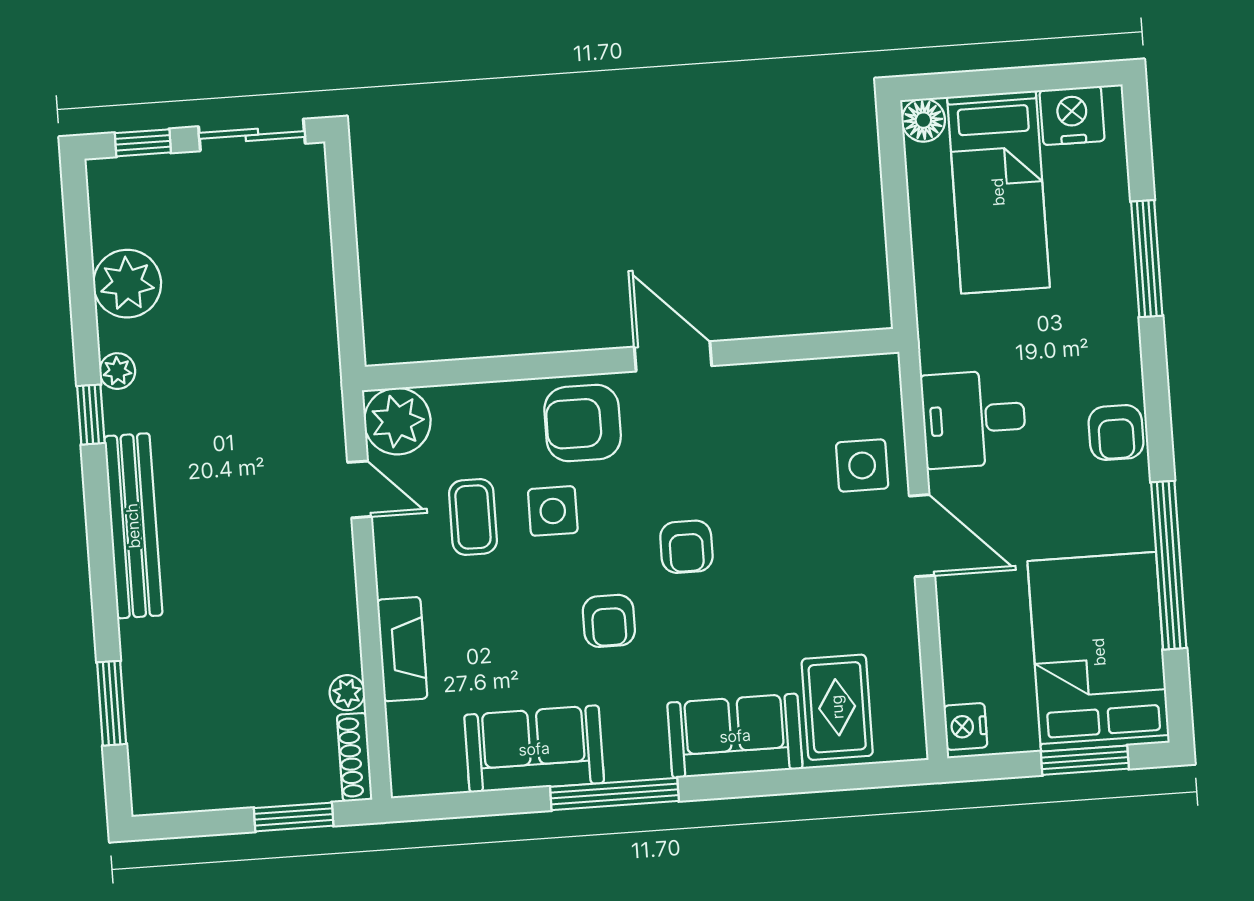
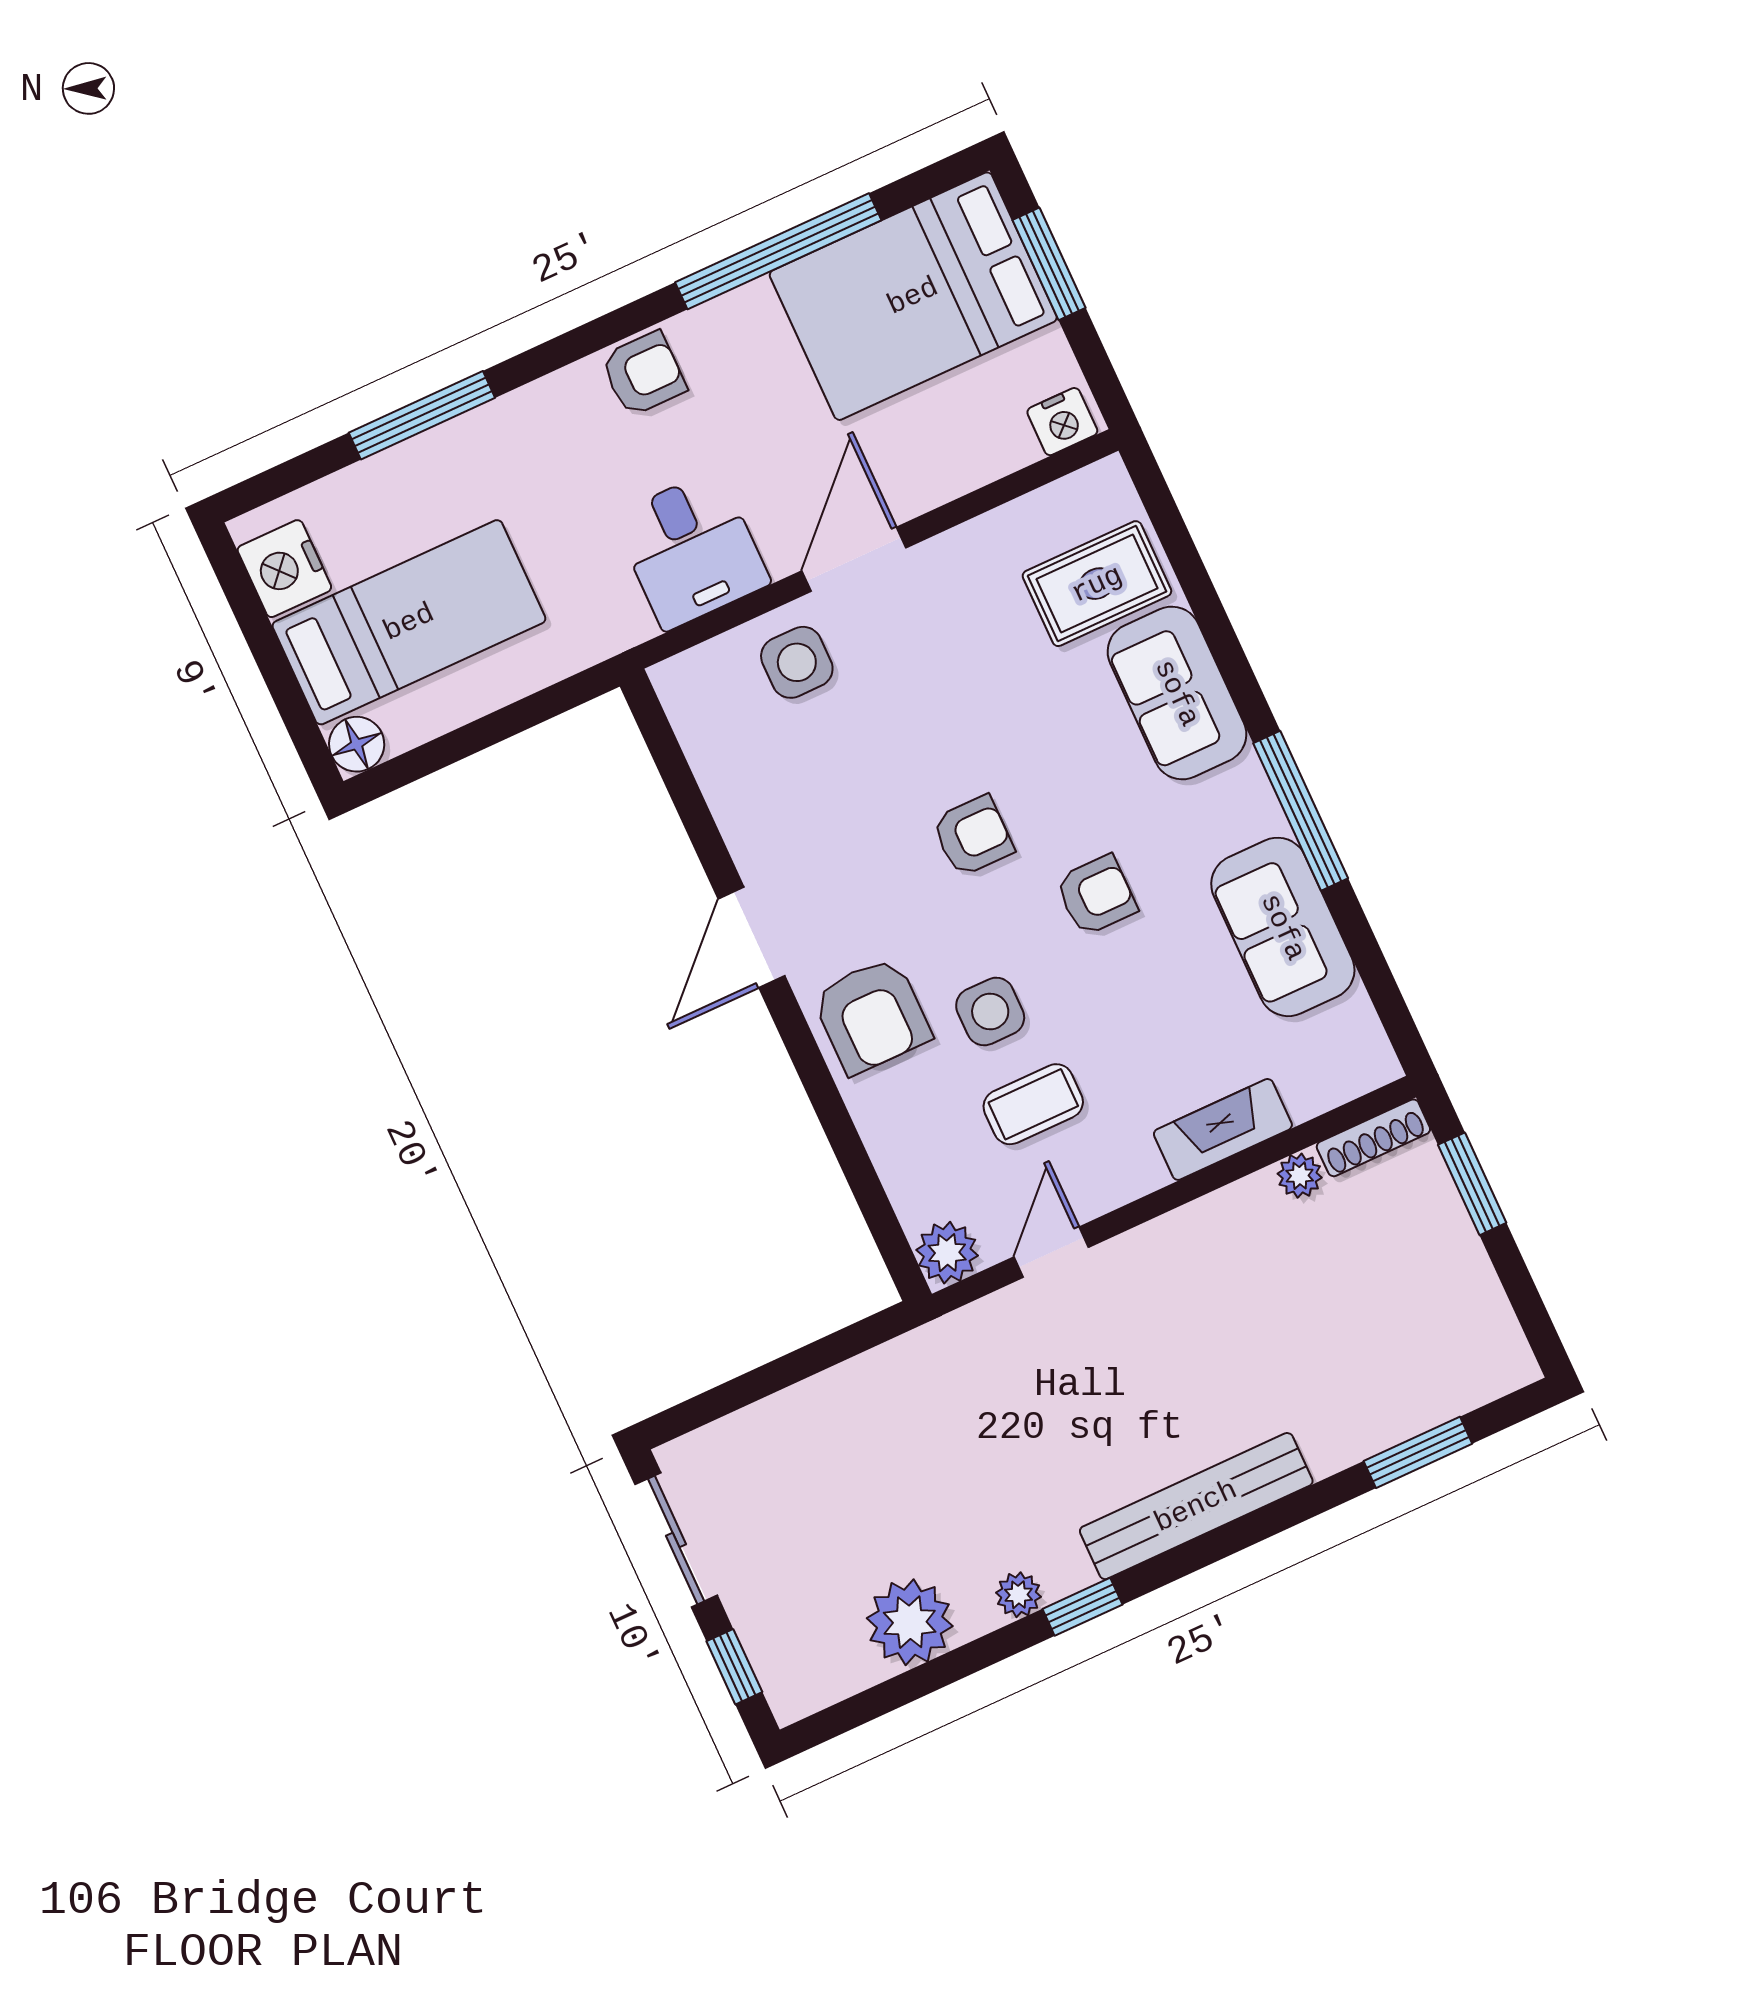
plant: (397, 421) -> (947, 1253), width x0.73, depth x0.73

